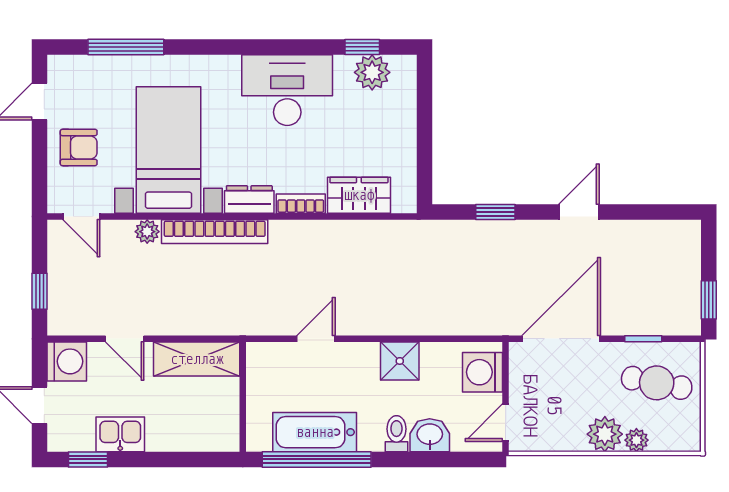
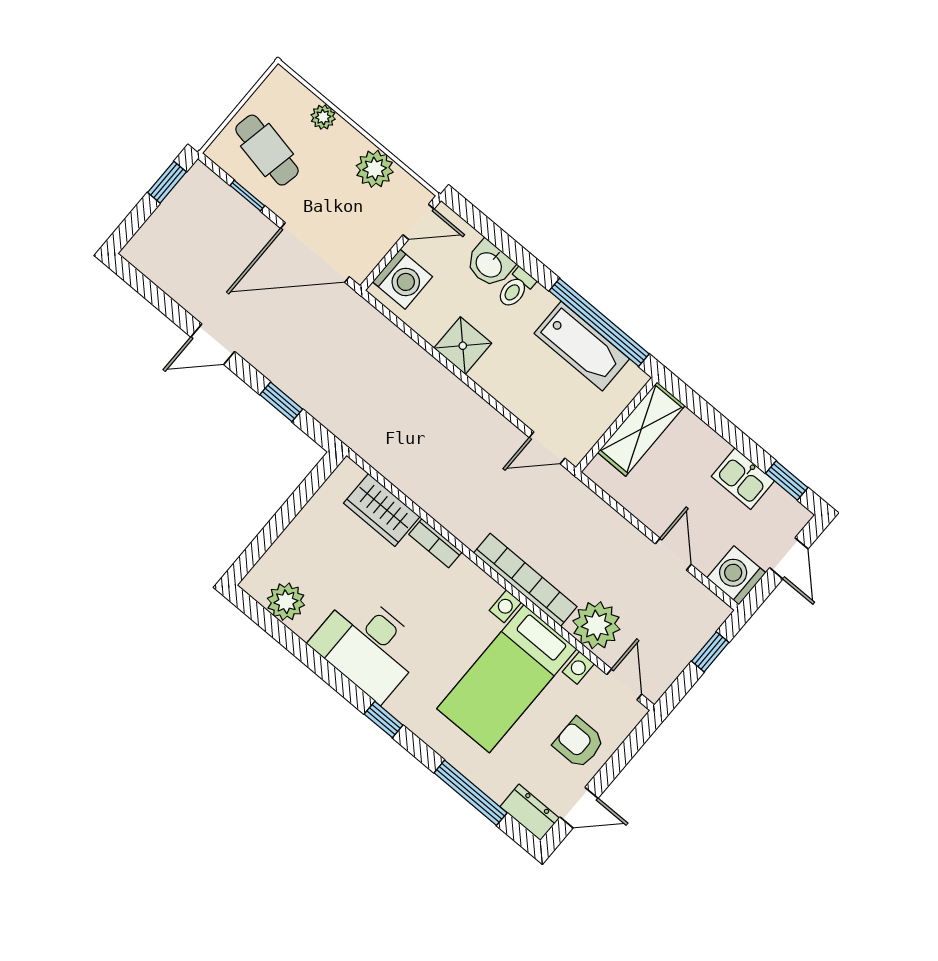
window: (362, 47) -> (384, 720), moved
dresser: (249, 200) -> (530, 812), moved, turned 180
plant: (147, 232) -> (596, 625), width x1.88, depth x1.88
door: (316, 339) -> (547, 448), moved
shelving: (197, 359) -> (641, 429), moved, turned 90
plant: (605, 434) -> (375, 169), moved

